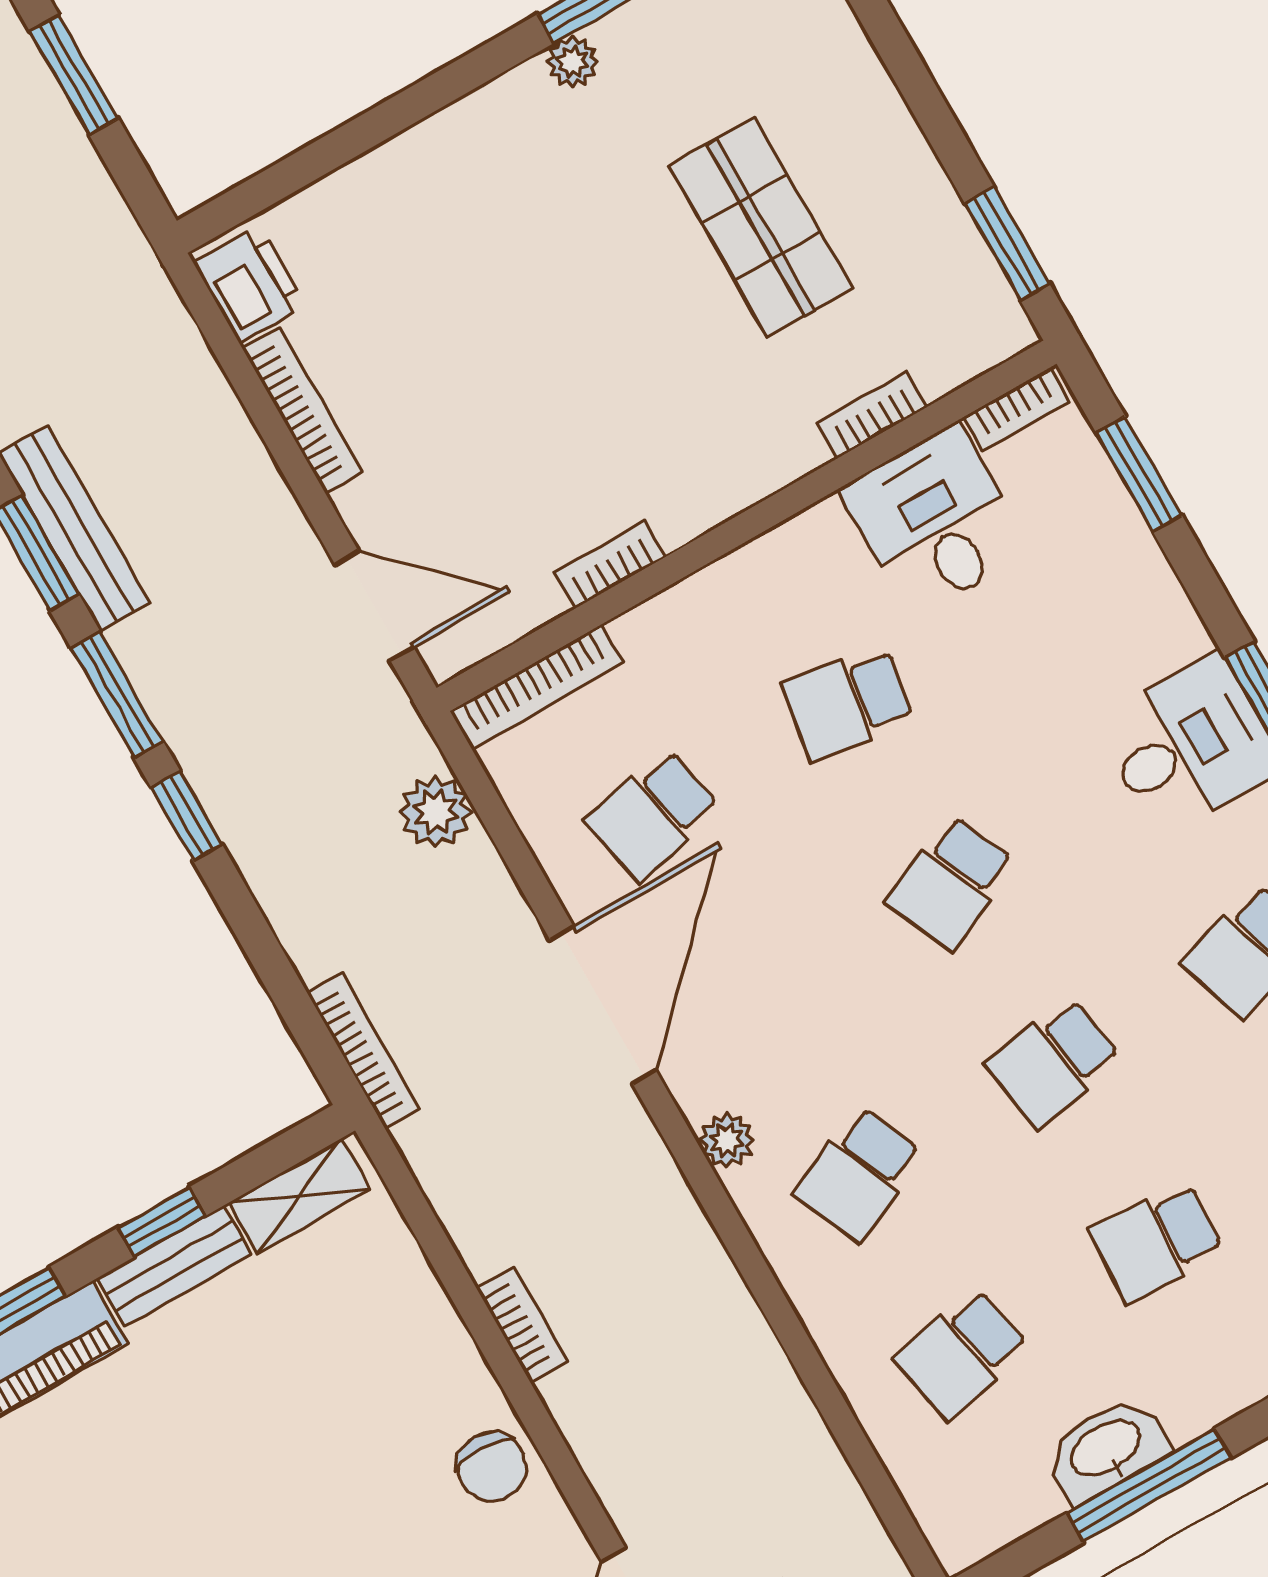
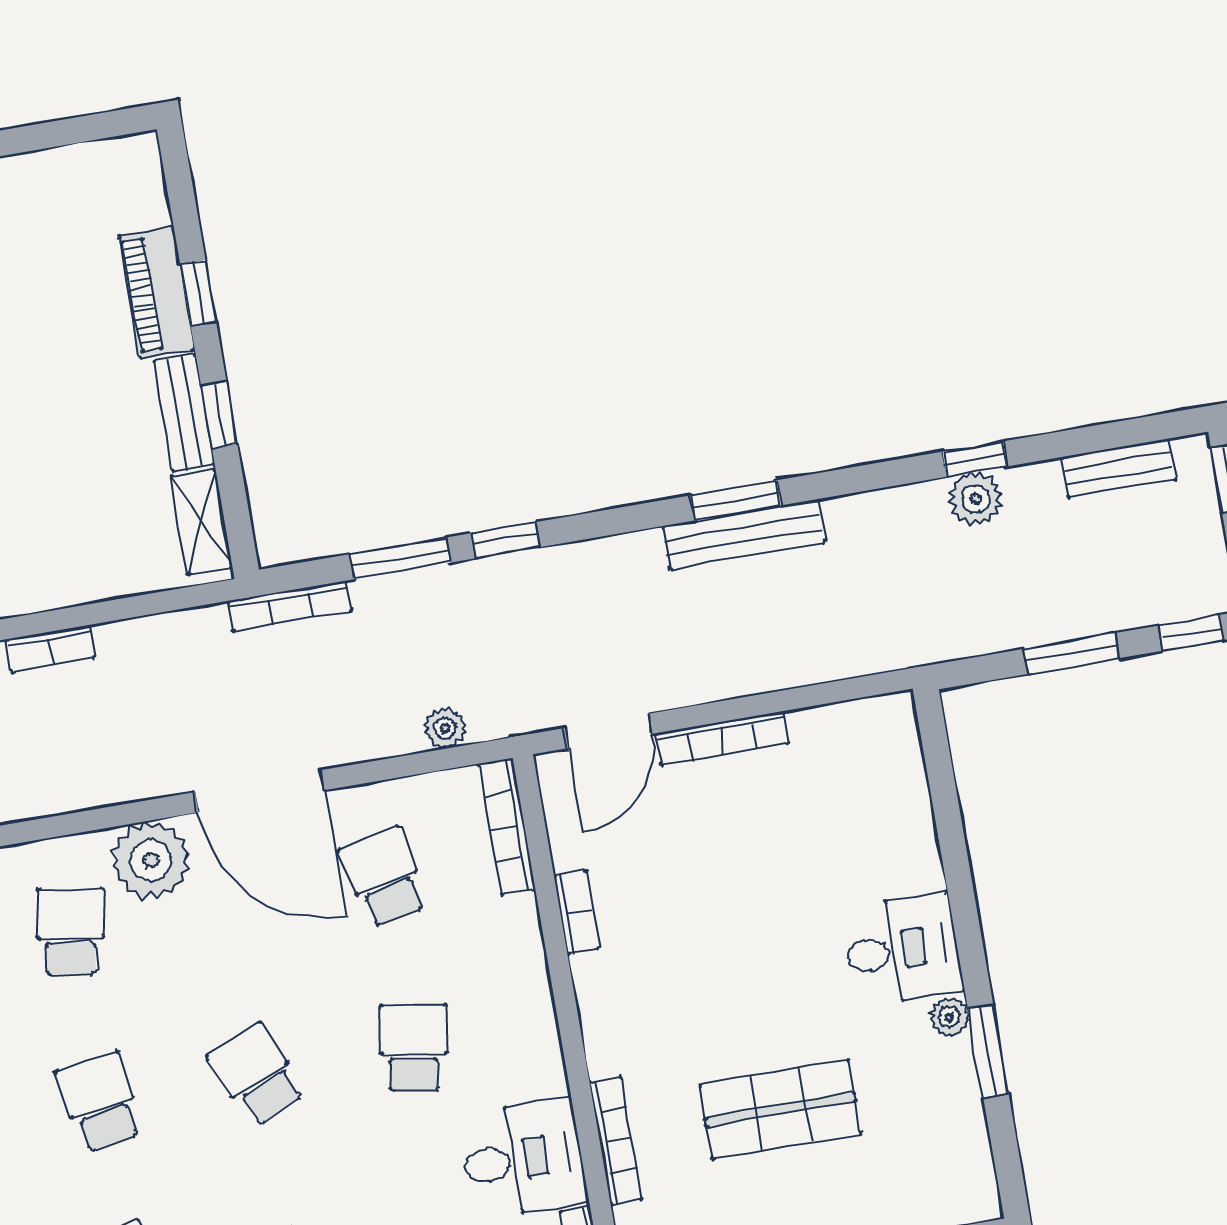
desk: (511, 150) -> (902, 950), added
printer: (250, 284) -> (874, 725), removed
bookcase: (302, 410) -> (722, 738), moved
bookcase: (872, 415) -> (616, 1141), width x1.56
window: (117, 695) -> (400, 558), moved
plant: (435, 812) -> (445, 728), width x0.73, depth x0.73
plant: (727, 1140) -> (151, 860), width x1.87, depth x1.87
school desk: (859, 1174) -> (71, 932), turned 33

